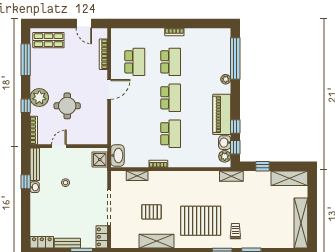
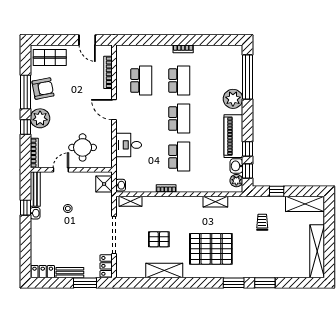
window: (26, 60) -> (26, 92), moved
armchair: (42, 70) -> (43, 89), added
plant: (226, 79) -> (233, 99), width x1.88, depth x1.88
door: (109, 89) -> (114, 110), swing flipped
round table: (67, 106) -> (83, 147), moved
desk: (123, 123) -> (129, 145), added
washbasin: (117, 156) -> (121, 185), width x0.52, depth x0.69
shelving: (137, 176) -> (130, 201), moved
shelving: (231, 176) -> (215, 202), moved
trolley: (235, 231) -> (262, 222), moved

